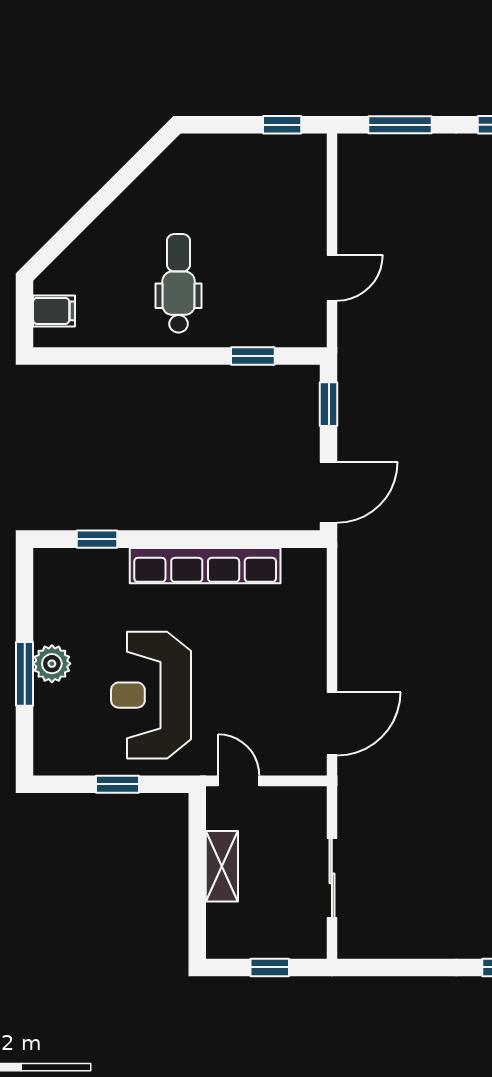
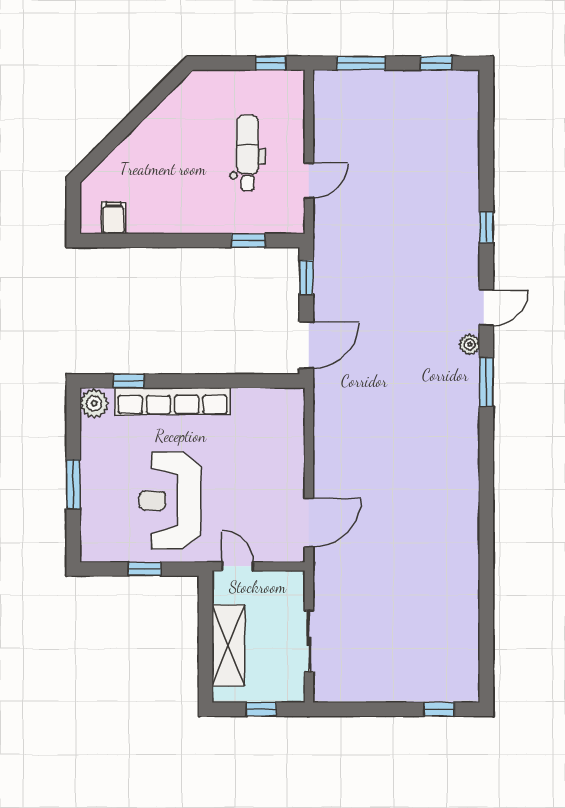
dental chair: (179, 283) -> (248, 153), moved
filing cabinet: (54, 311) -> (113, 218), moved, turned -90
row of seats: (205, 566) -> (173, 401), moved
plant: (52, 664) -> (94, 403), moved
shelving: (222, 866) -> (228, 645), width x1.50, depth x1.33

